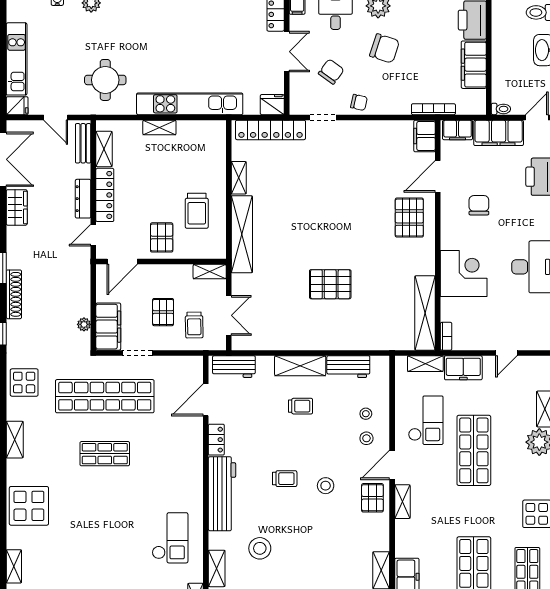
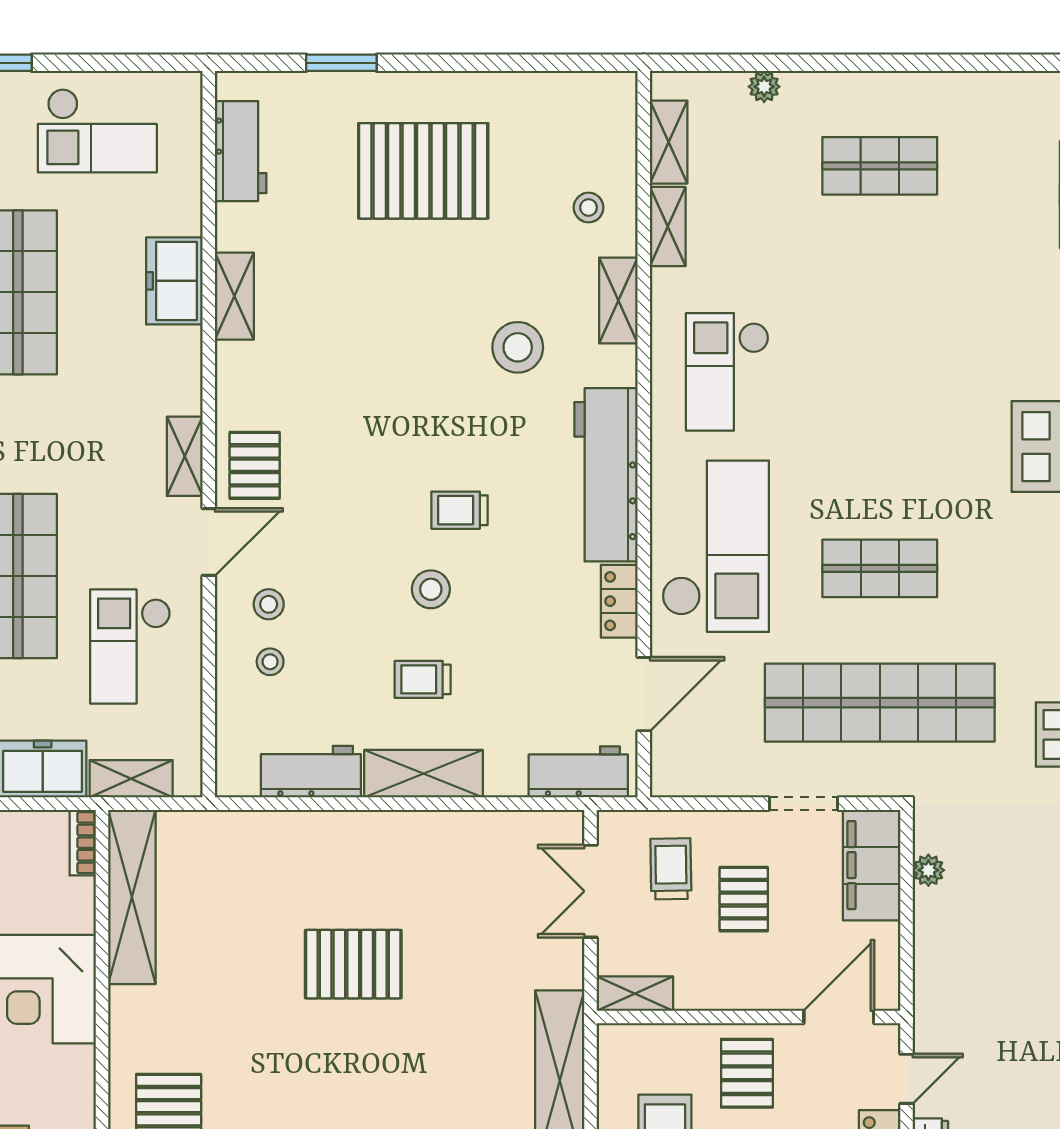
checkout: (175, 463) -> (715, 546), added
stool: (326, 486) -> (431, 589), moved

